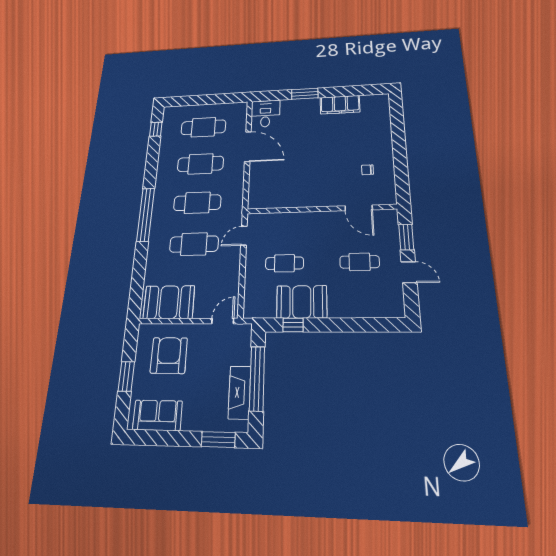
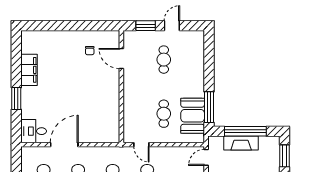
door: (359, 208) -> (121, 59), swing flipped
booth: (302, 302) -> (193, 116), moved
door: (223, 321) -> (206, 157), hinge flipped
window: (293, 325) -> (209, 107), width x2.17
fireplace: (240, 392) -> (241, 143), moved

